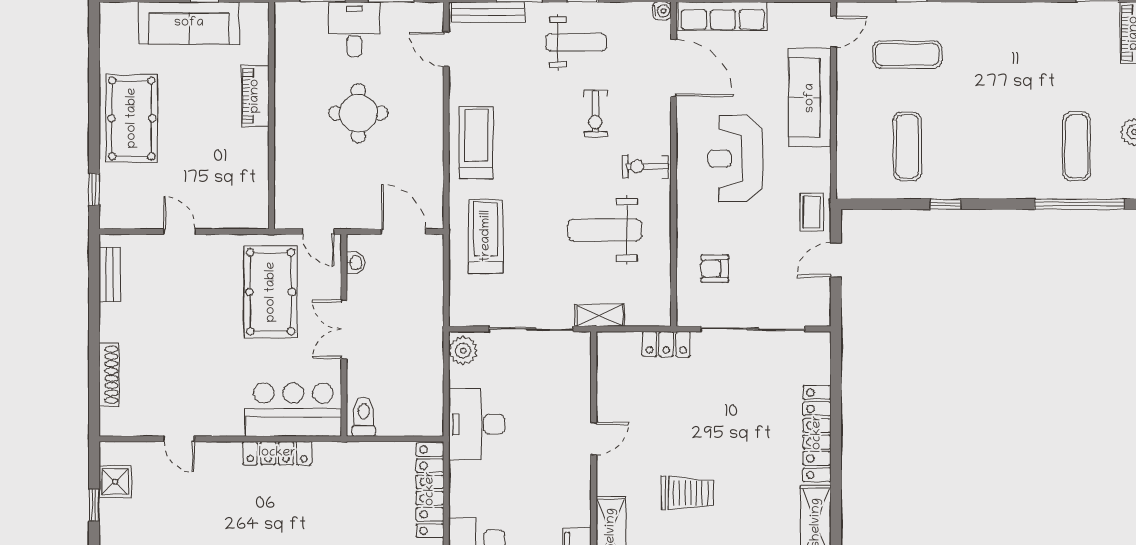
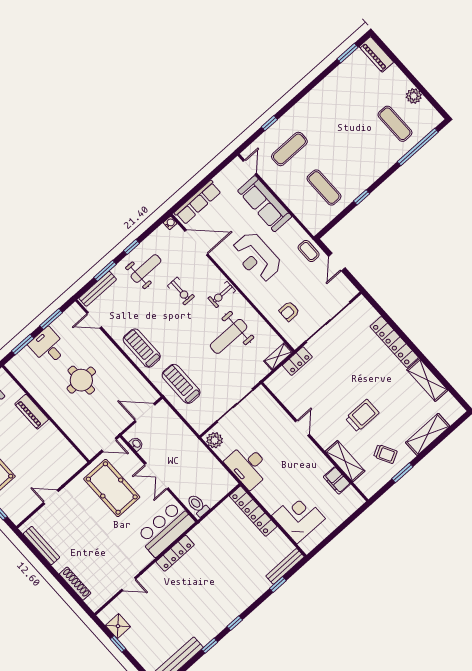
bench: (110, 275) -> (41, 546), width x1.36
shelving: (600, 315) -> (278, 357), moved

